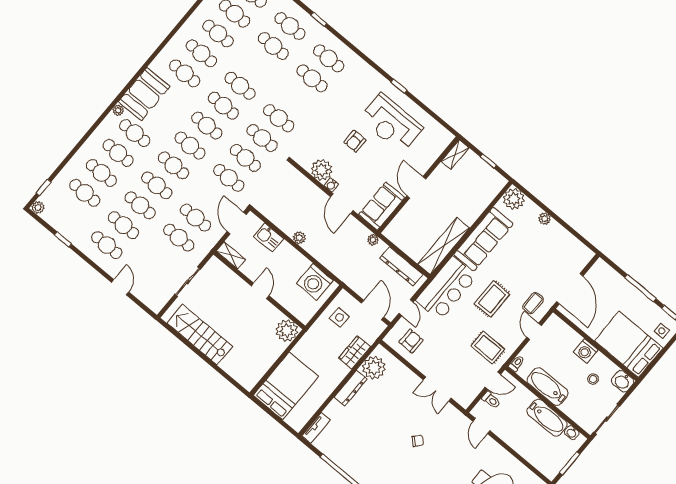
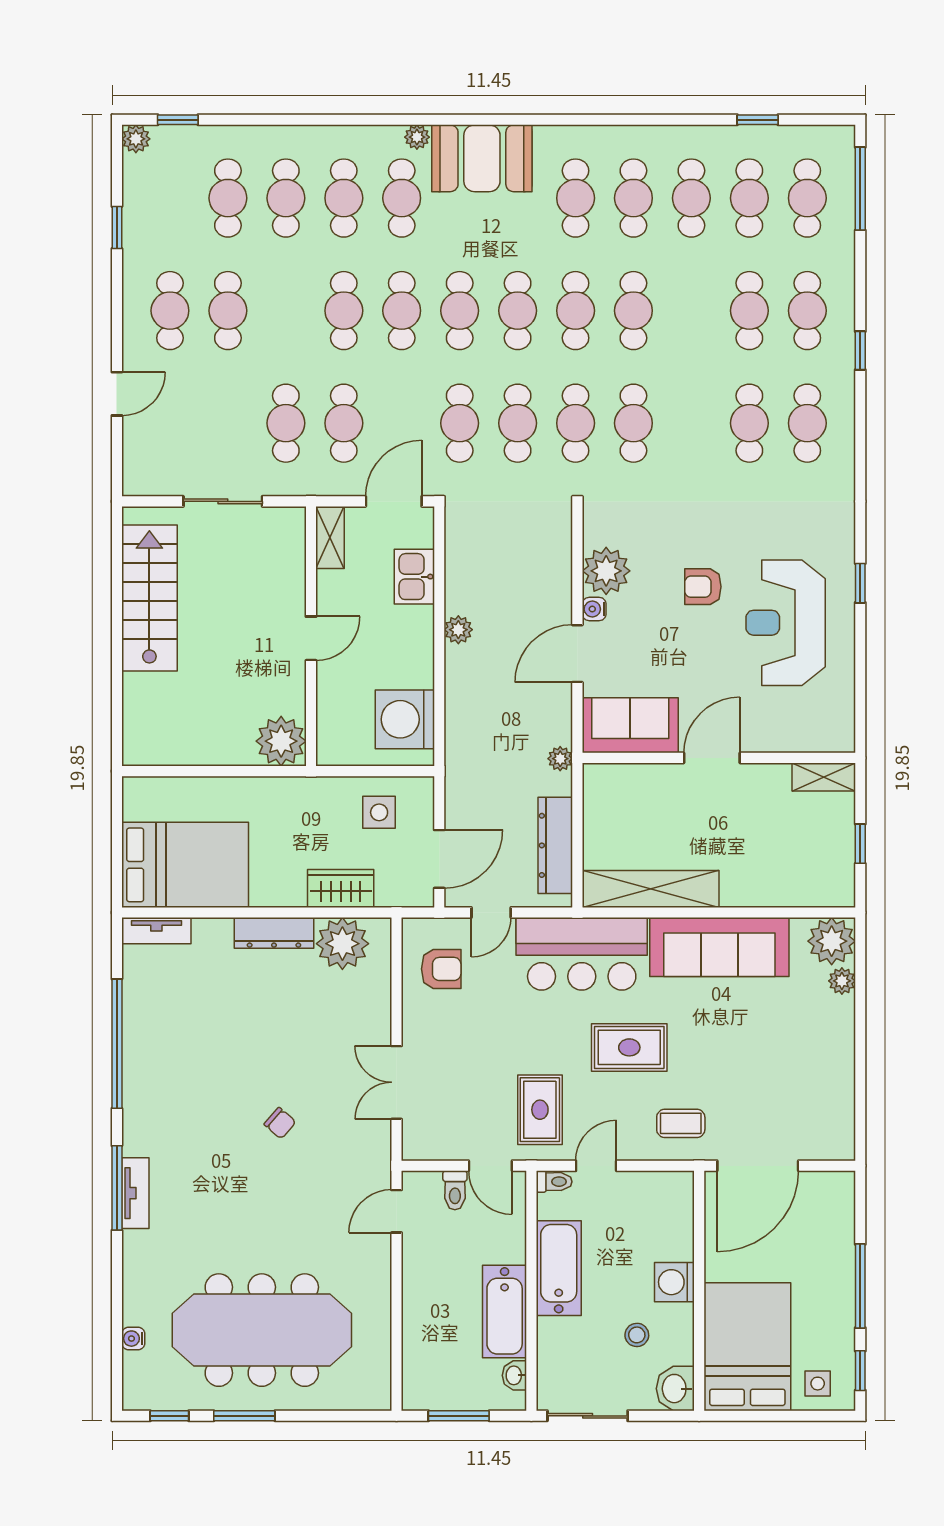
cafe table: (140, 205) -> (286, 311), removed
plant: (545, 219) -> (842, 981), moved
door: (534, 331) -> (596, 1166), moved
bed: (286, 386) -> (185, 865), moved

